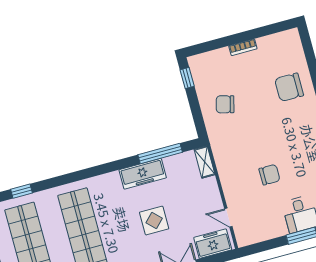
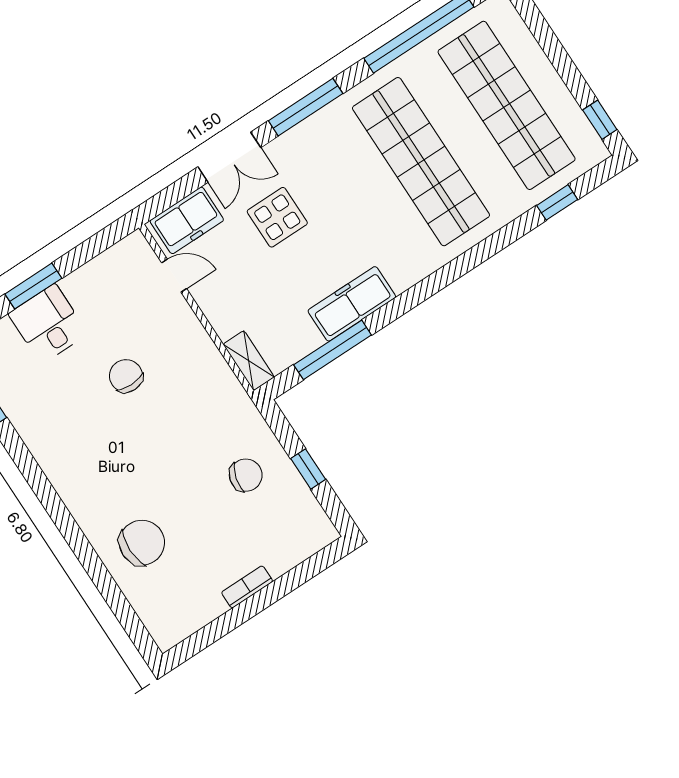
window: (187, 78) -> (308, 469), moved
chair: (269, 175) -> (126, 376), turned 90
display table: (154, 221) -> (277, 217), moved

